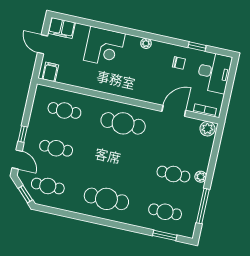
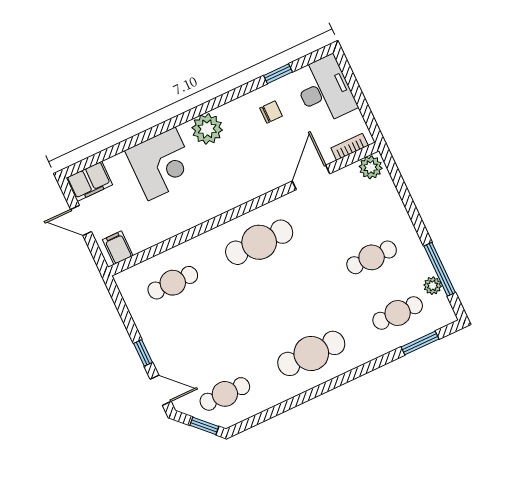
plant: (146, 43) -> (207, 129), width x1.88, depth x1.88
cafe table: (56, 148) -> (199, 338), removed
plant: (201, 177) -> (433, 286), moved

